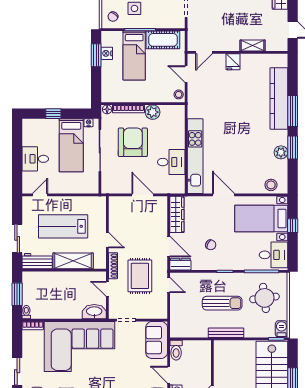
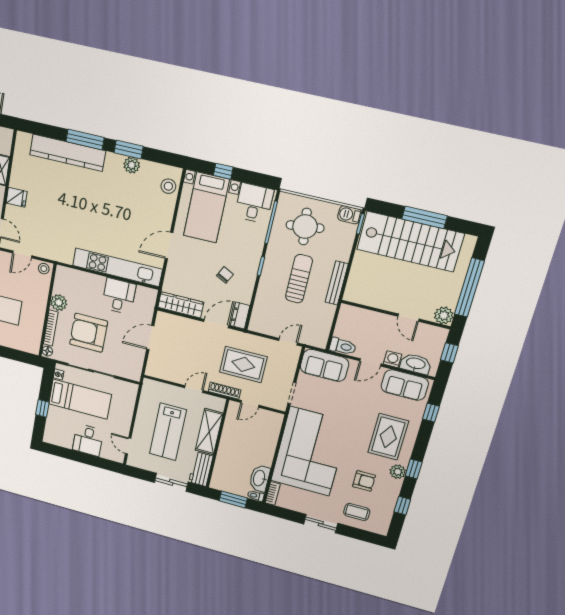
door: (169, 285) -> (288, 342), moved
washbasin: (94, 312) -> (260, 478), moved

